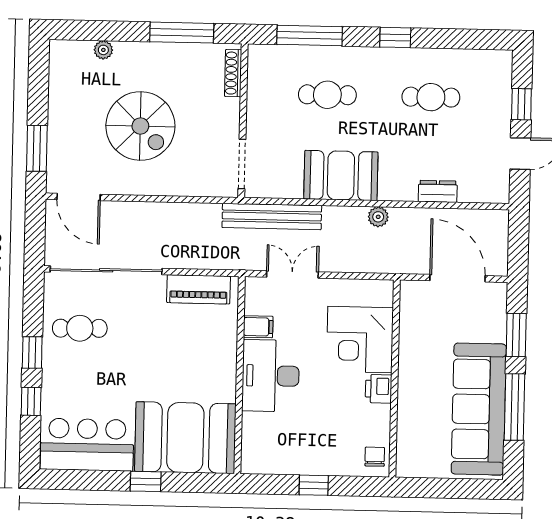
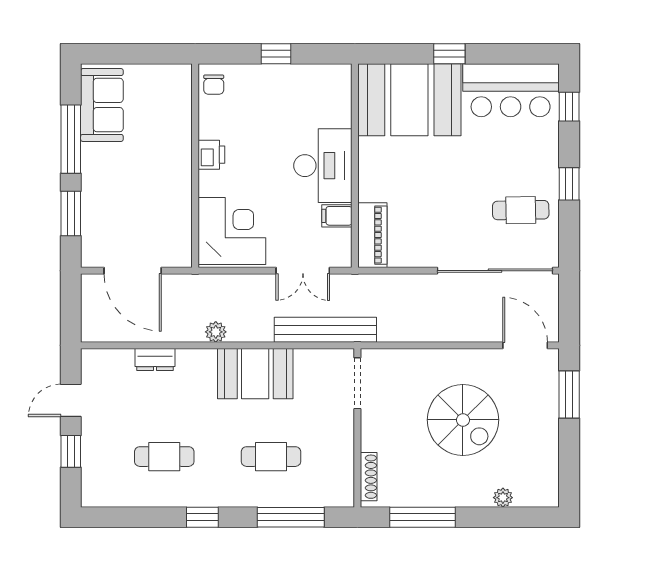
spiral stairs: (140, 126) -> (463, 420), turned 180
piano: (198, 289) -> (372, 235), moved, turned 90
corner desk: (360, 340) -> (232, 231), moved
window: (31, 401) -> (569, 107), moved
sofa: (479, 409) -> (102, 105), width x0.54, depth x0.79

